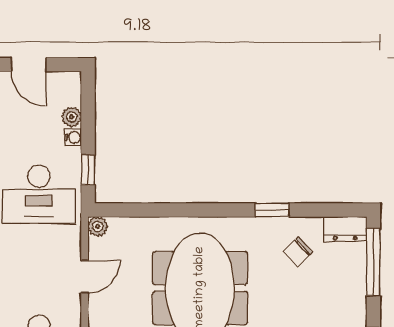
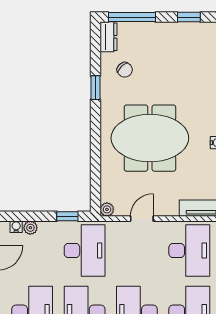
water cooler: (73, 137) -> (16, 227), moved
door: (85, 276) -> (142, 219), hinge flipped

